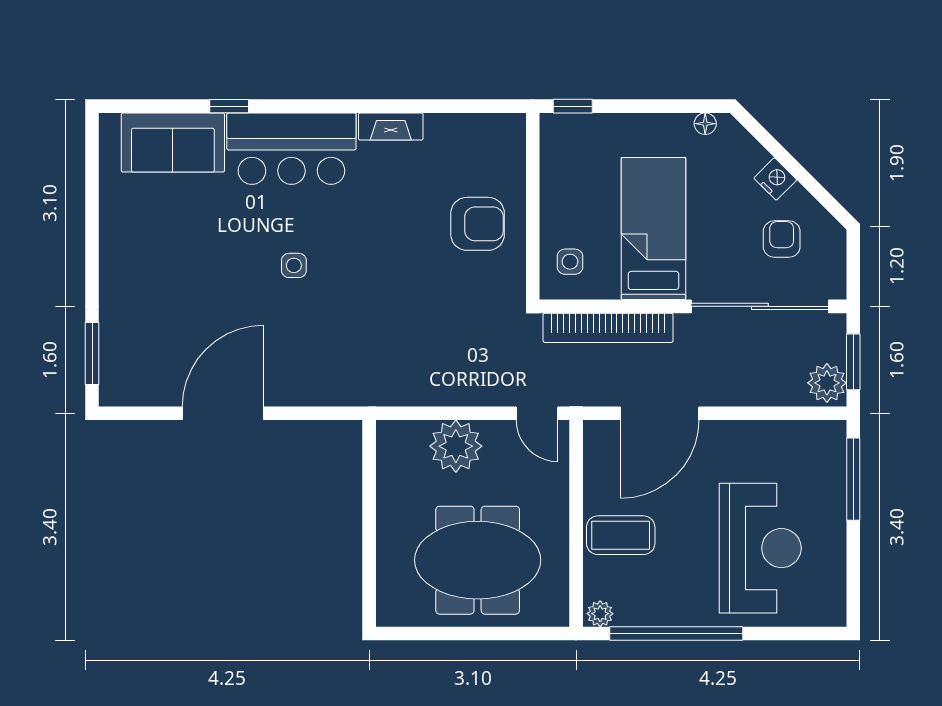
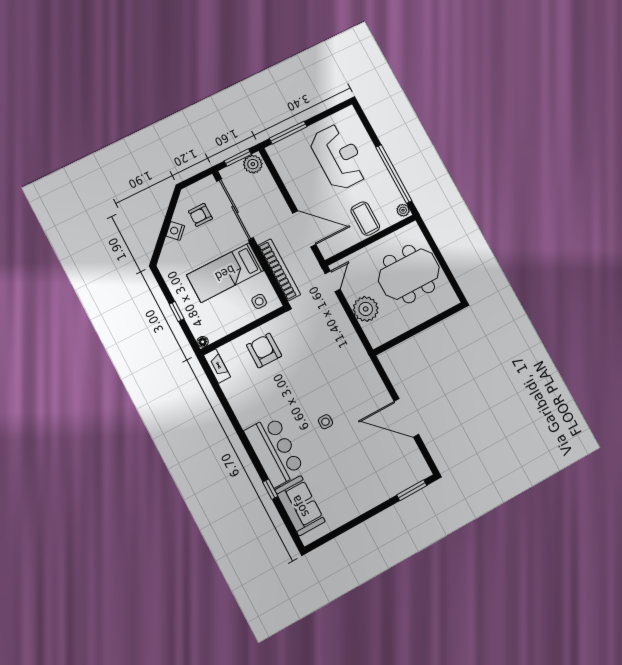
window: (573, 106) -> (177, 311), moved
floor lamp: (705, 124) -> (203, 342), moved
fireplace: (391, 126) -> (217, 366), moved
reception desk: (760, 548) -> (339, 157), turned 90
meeting table: (478, 560) -> (409, 274), turned 90

